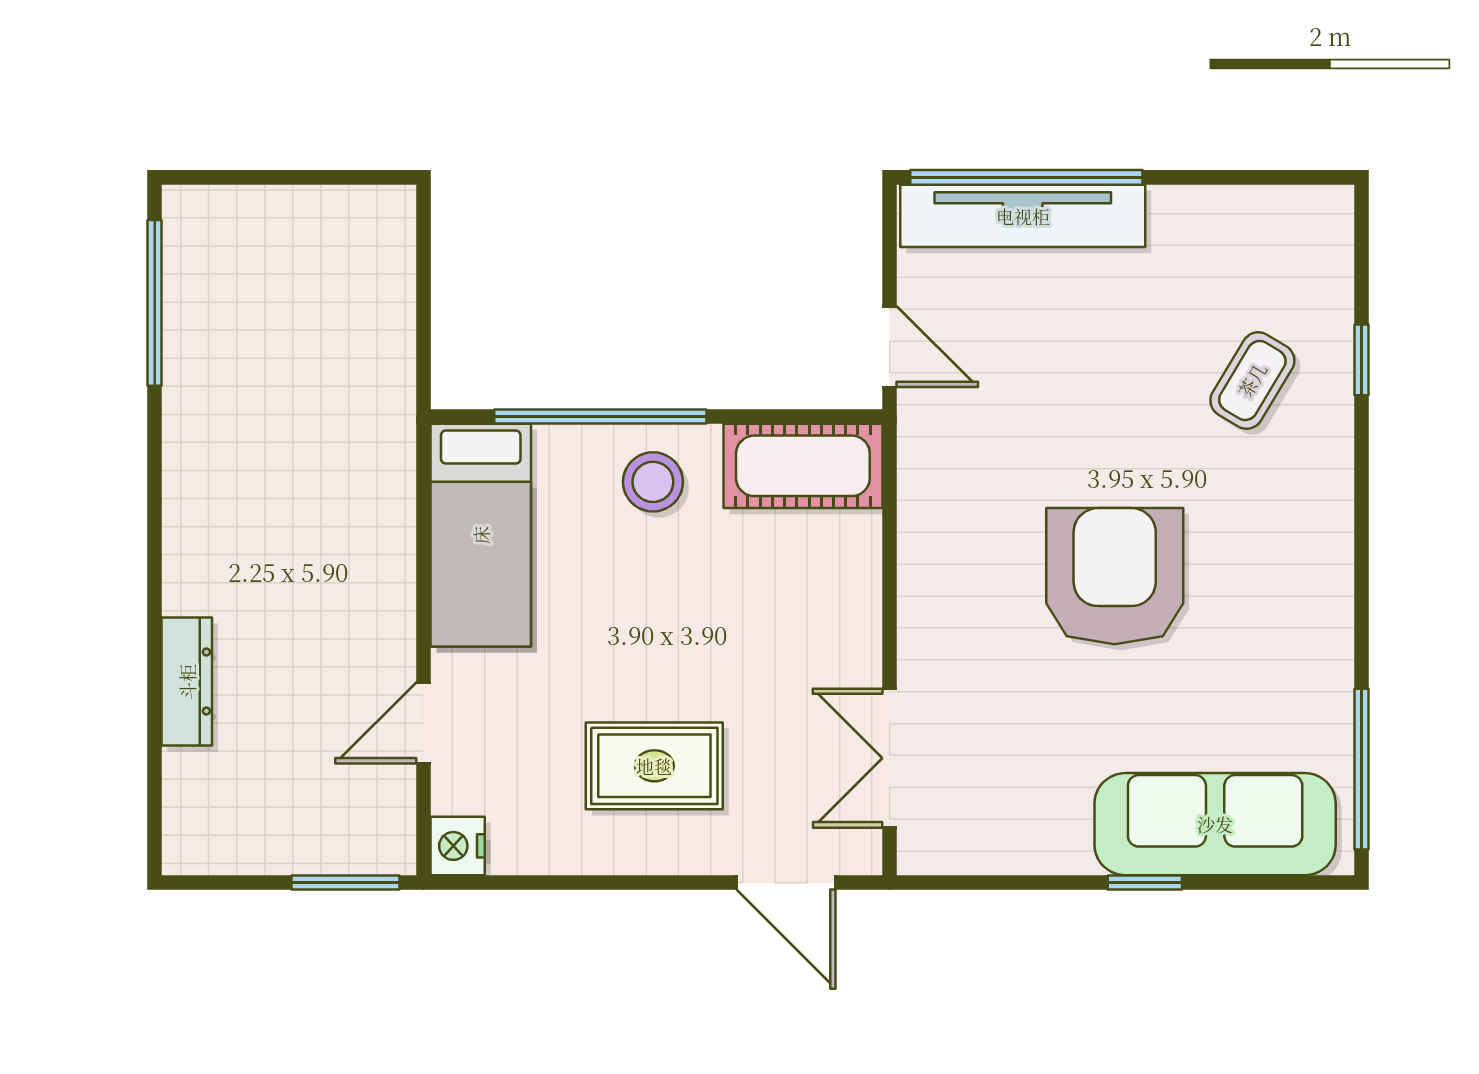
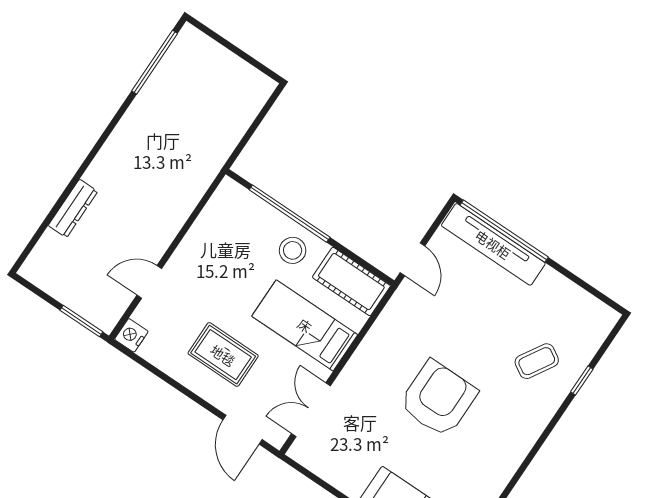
bed: (481, 535) -> (305, 325), moved, turned 90

